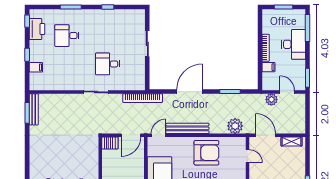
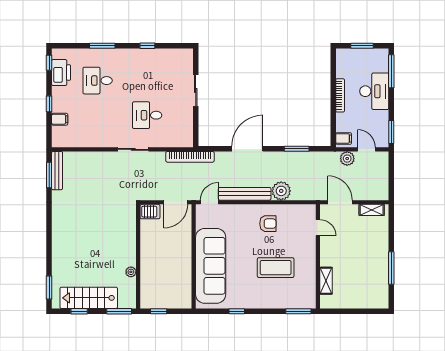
filing cabinet: (269, 67) -> (344, 138), moved
plant: (235, 126) -> (281, 191), moved
armchair: (206, 153) -> (268, 224), width x0.53, depth x0.53

